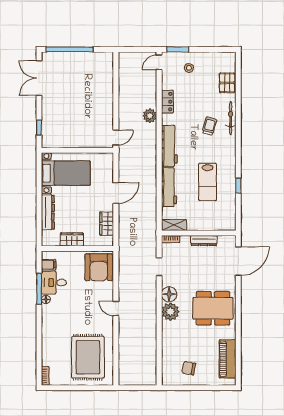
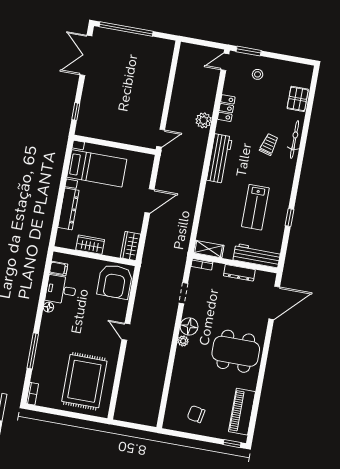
workbench: (169, 187) -> (257, 256), moved, turned -90
wardrobe: (107, 224) -> (131, 246), moved
window: (39, 289) -> (33, 351), moved
plant: (170, 312) -> (183, 341), width x0.53, depth x0.53
window: (224, 388) -> (232, 444), added

